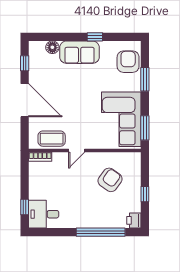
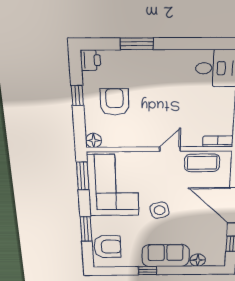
armchair: (128, 62) -> (107, 247), turned -90
side table: (85, 96) -> (160, 210), added
floor lamp: (135, 158) -> (94, 140), added
armchair: (110, 180) -> (115, 102), moved, turned 144
window: (101, 232) -> (137, 44), width x0.47

